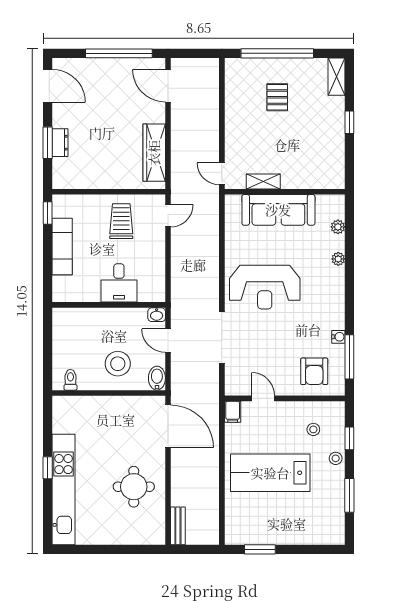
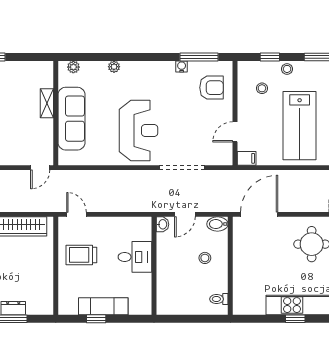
shelving: (263, 181) -> (47, 103), moved
window: (48, 213) -> (96, 319), moved
plant: (338, 227) -> (73, 67), moved
stool: (118, 364) -> (205, 258), width x0.53, depth x0.53

